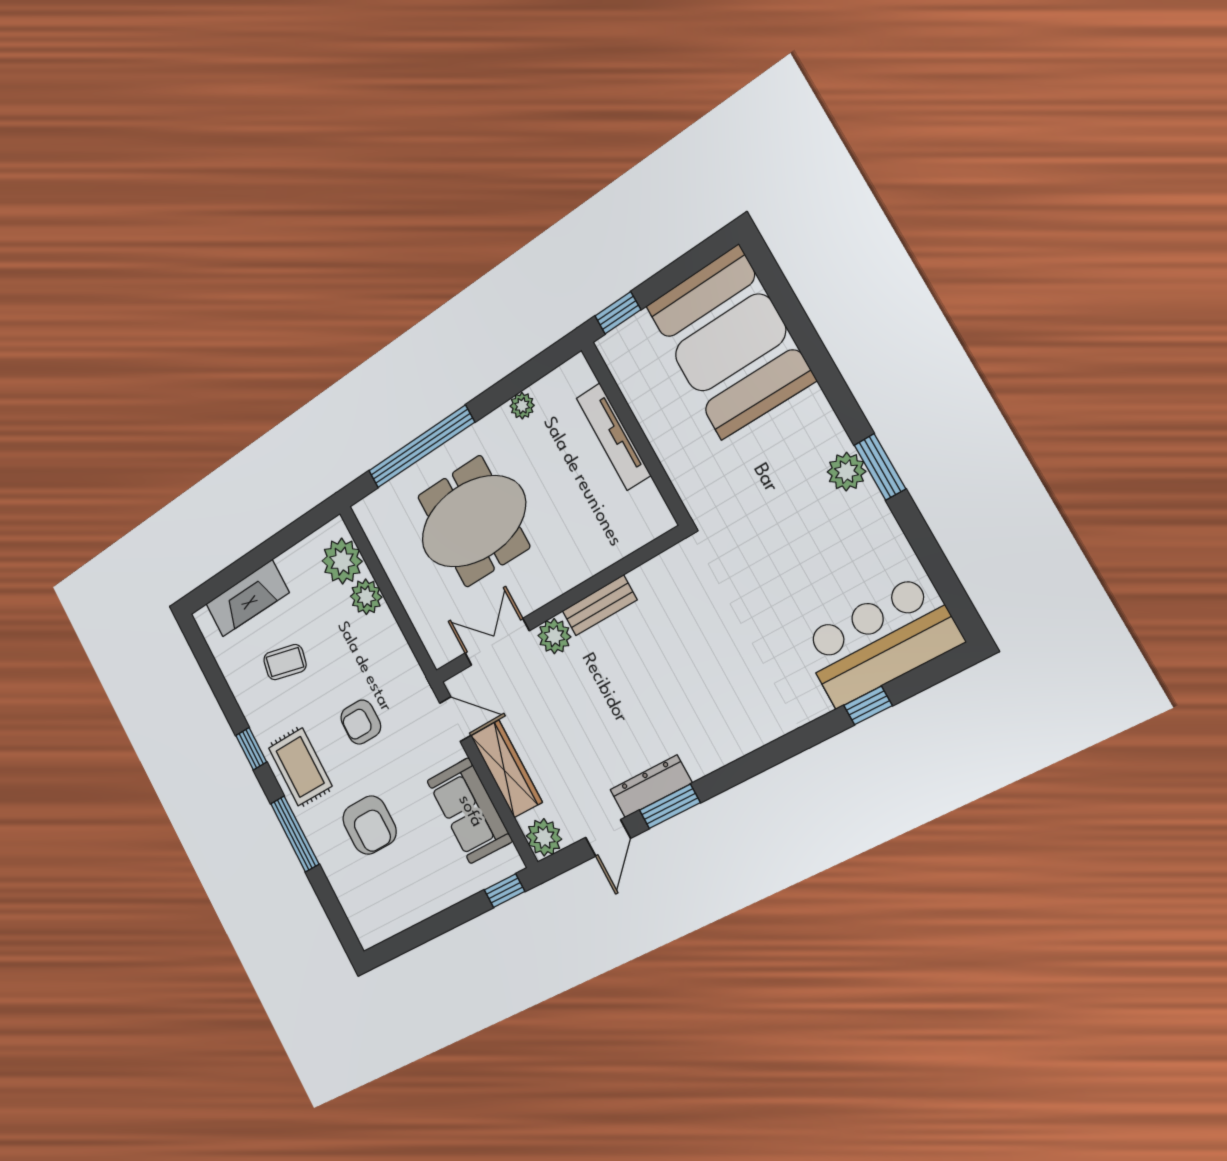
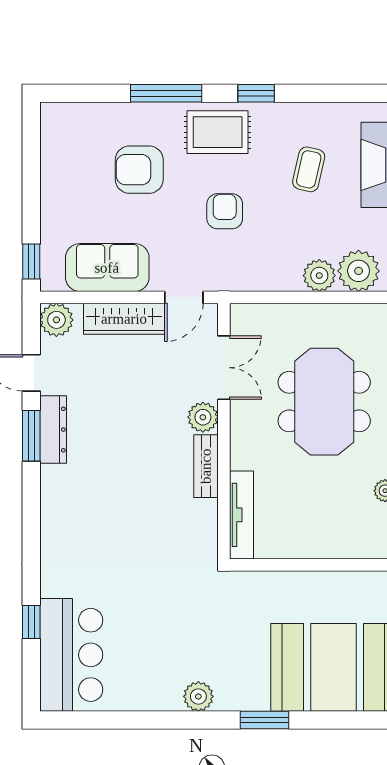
tv unit: (613, 437) -> (241, 515), moved, turned 90
window: (880, 467) -> (265, 720), moved

